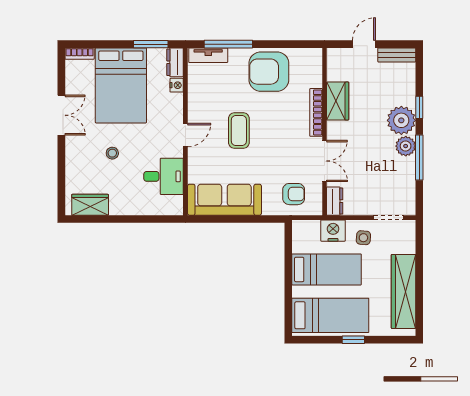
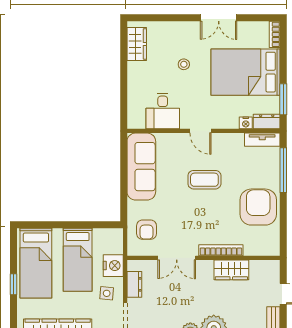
tv unit: (208, 55) -> (262, 140), moved, turned -90
dresser: (335, 201) -> (134, 284), moved, turned -90

